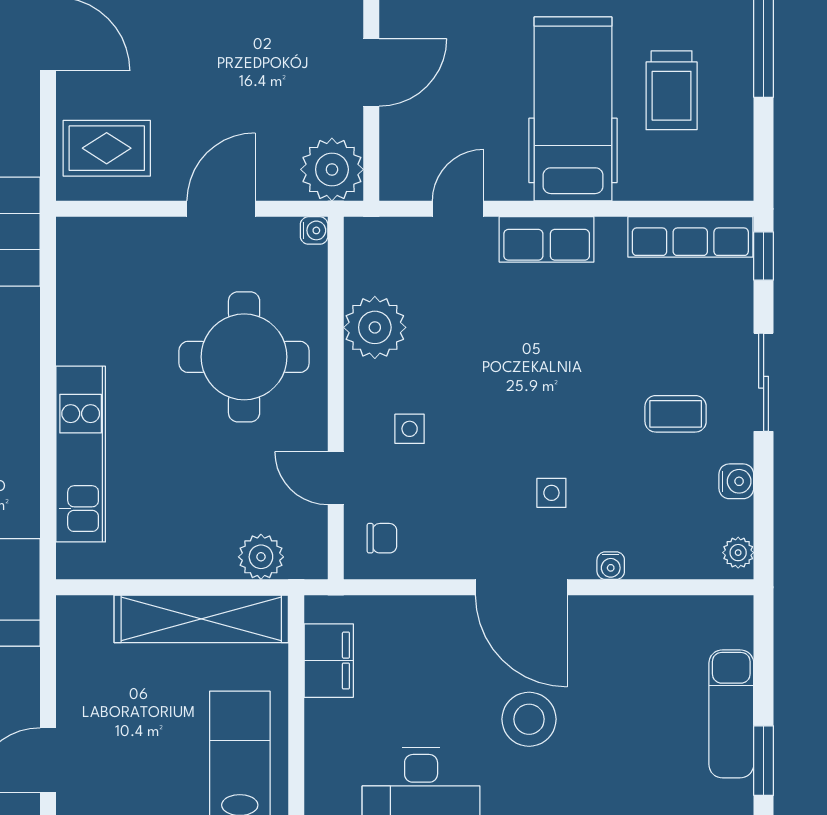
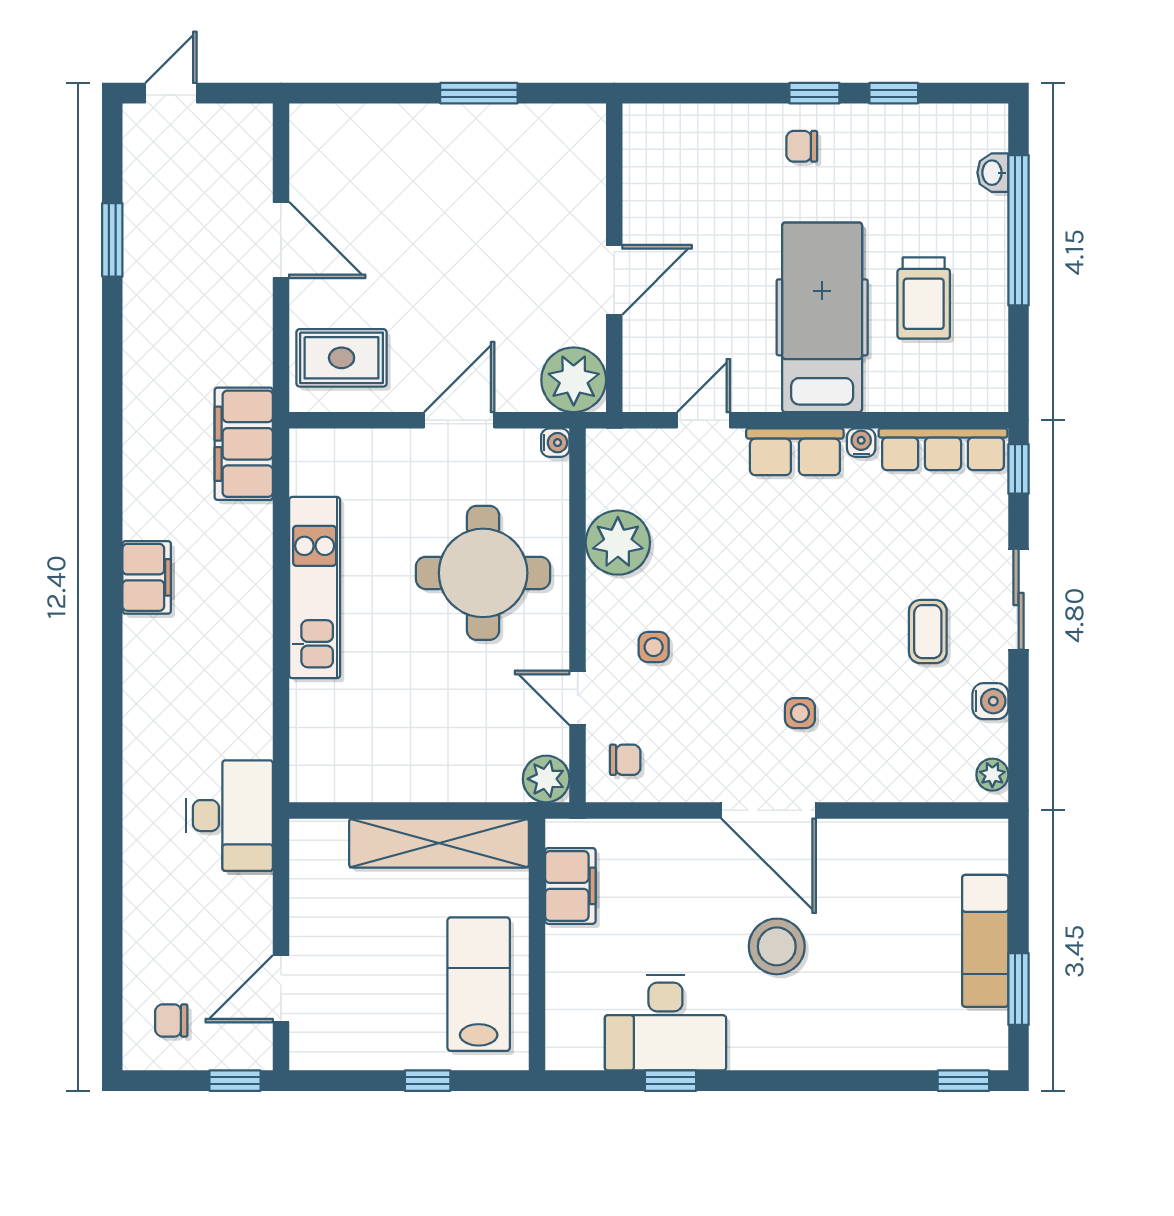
coffee table: (676, 414) -> (928, 632), turned 90
kitchen unit: (81, 454) -> (315, 588), moved
plant: (261, 557) -> (546, 779), moved
water cooler: (611, 566) -> (861, 443), moved, turned 180

